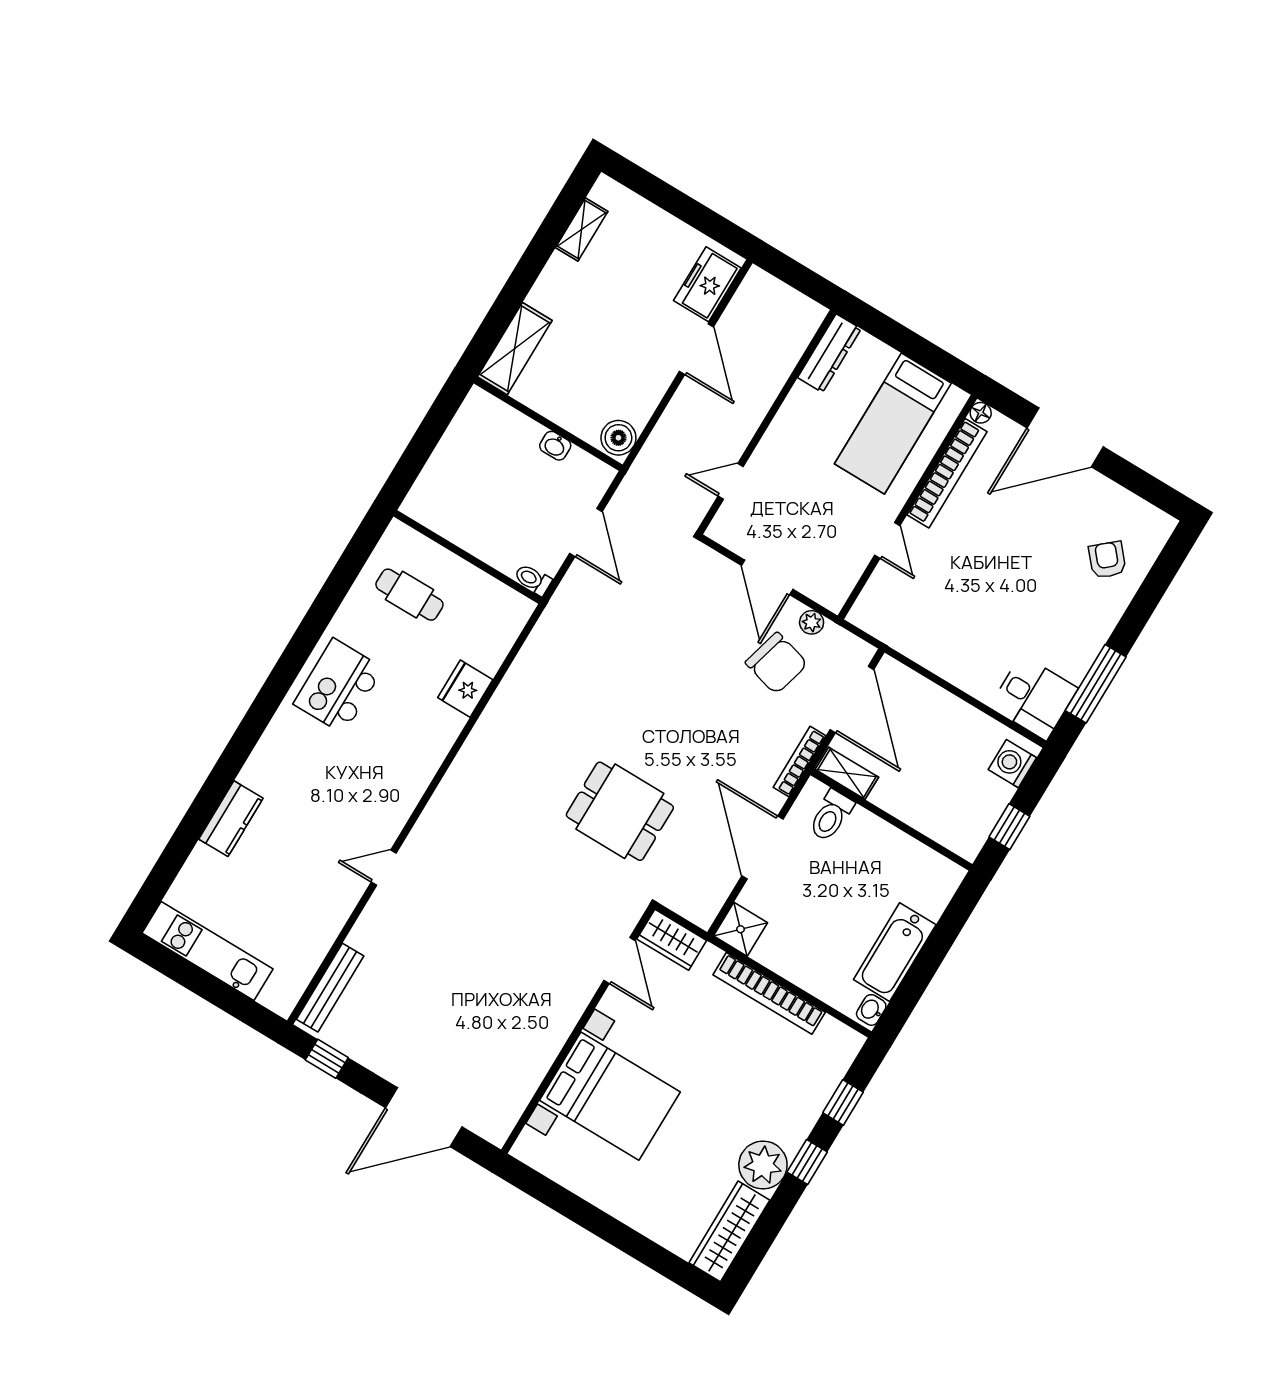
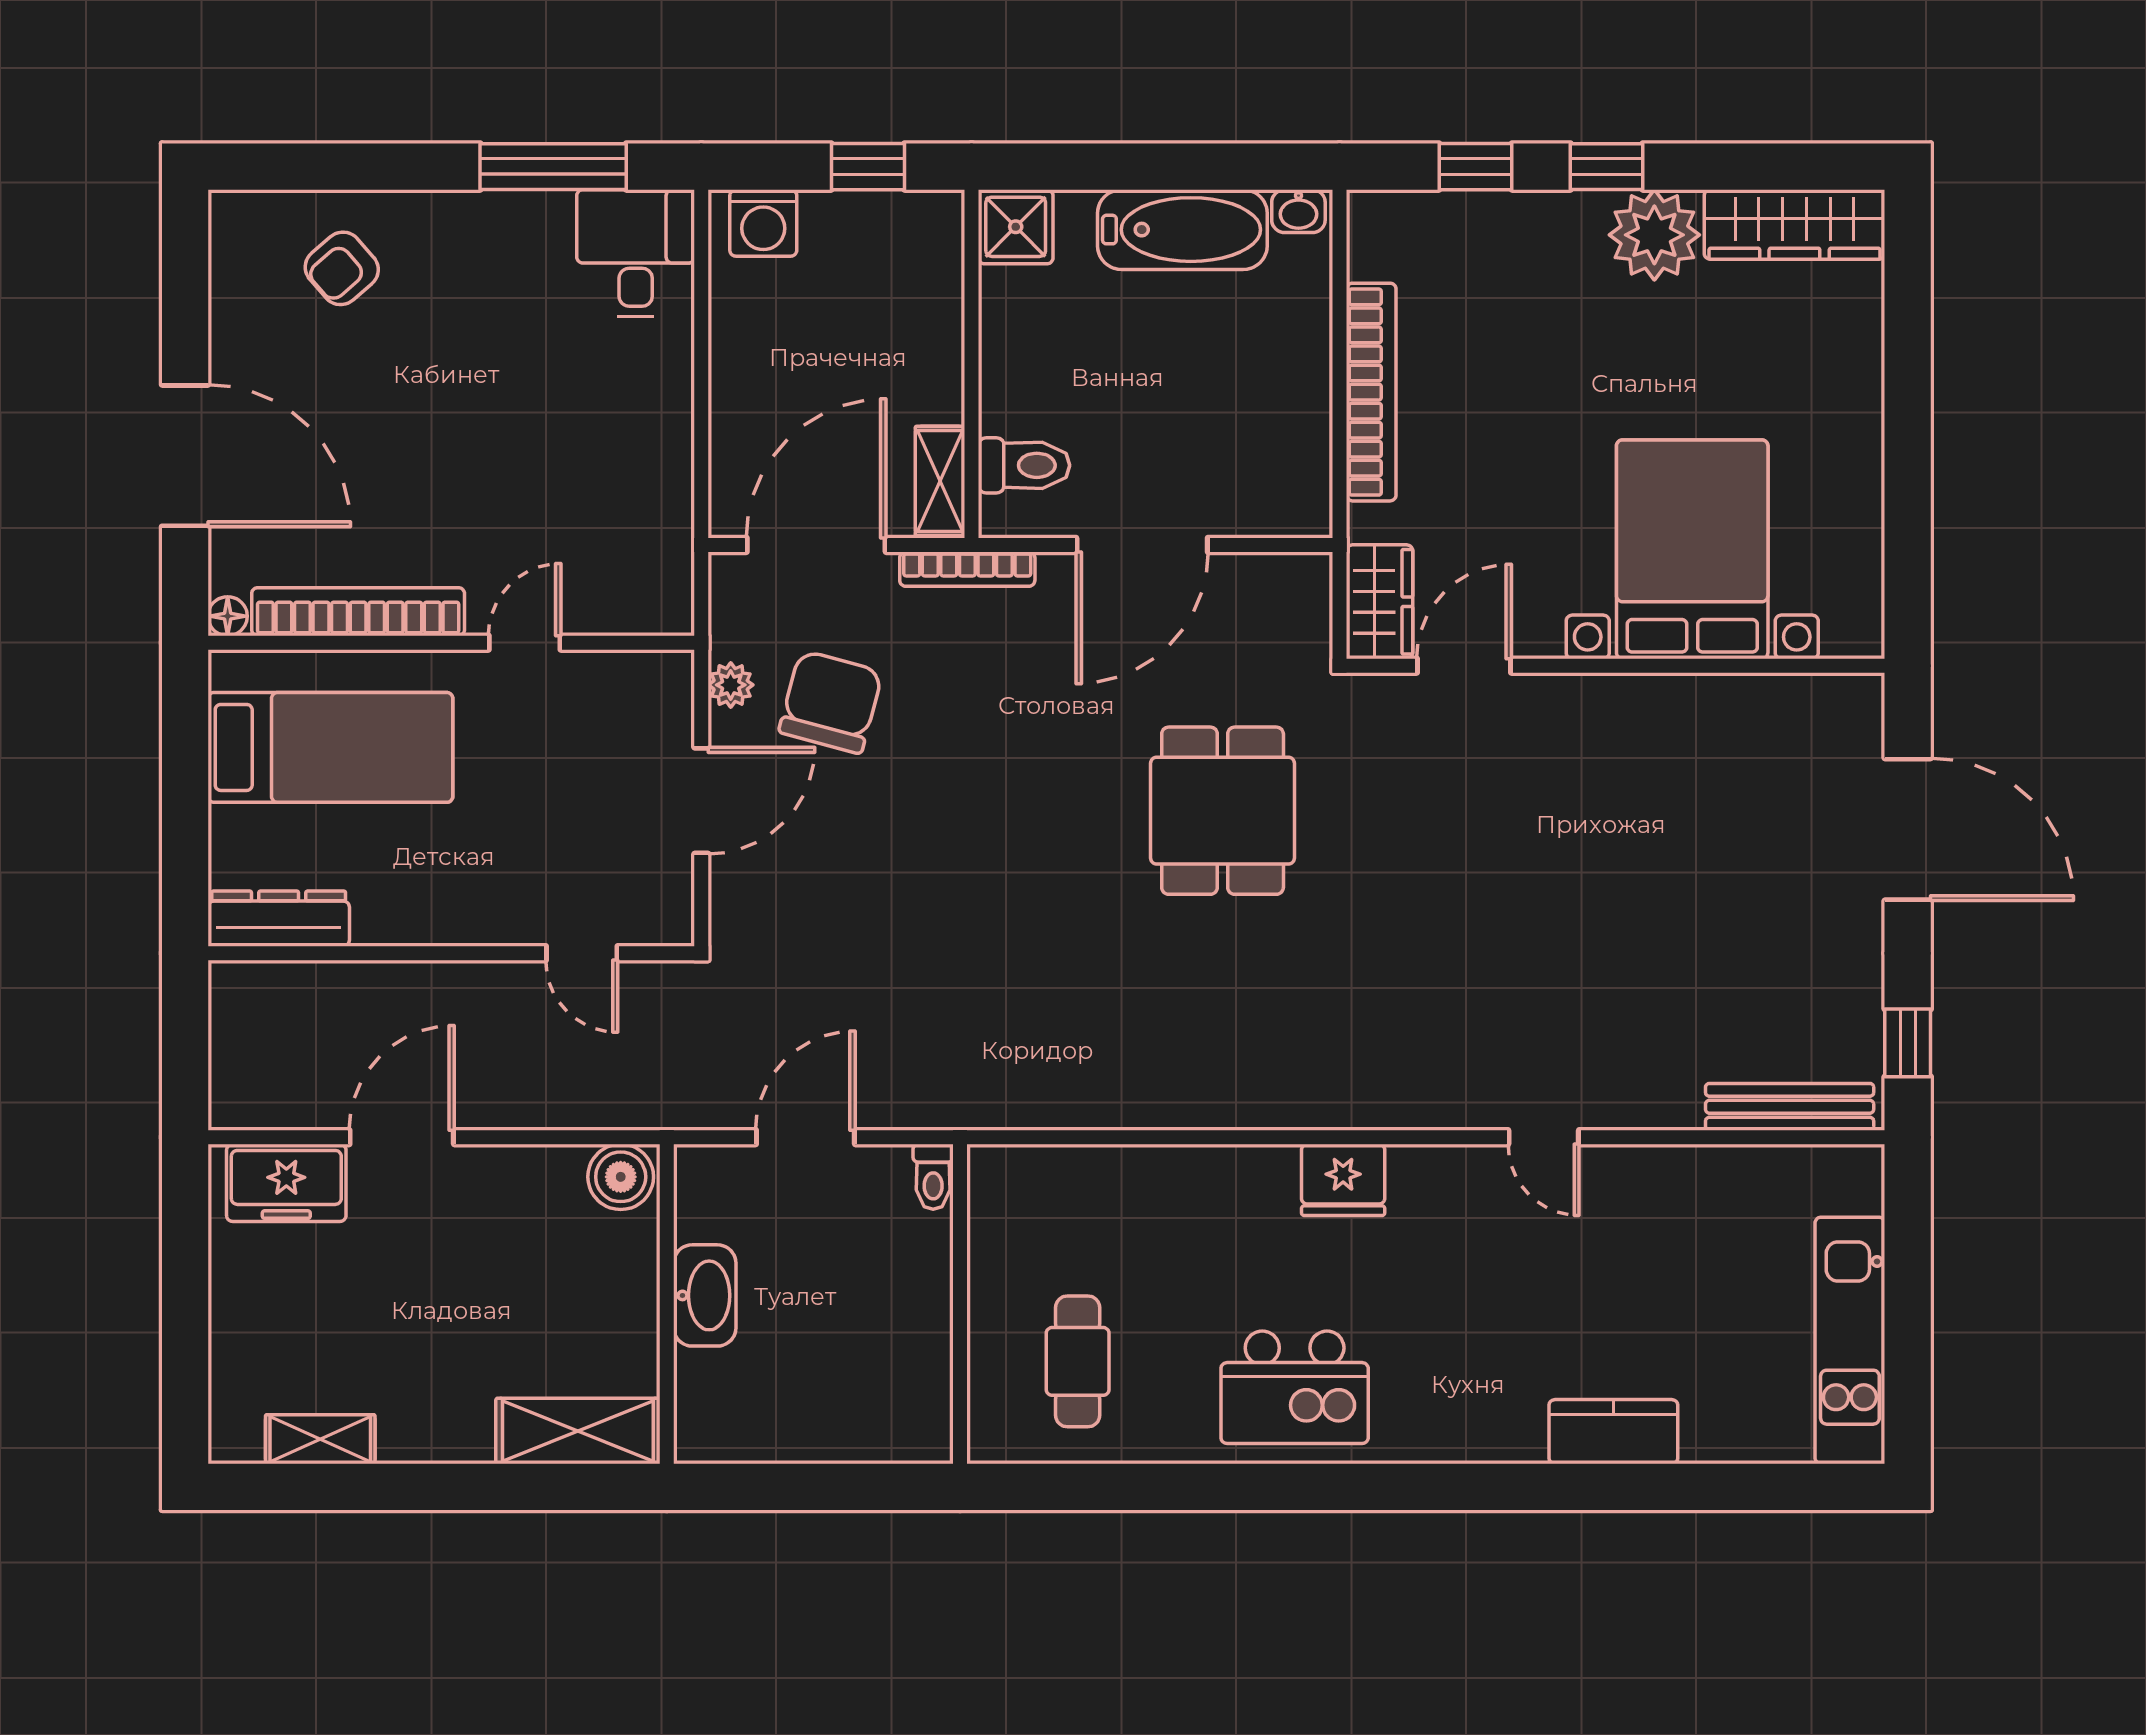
washbasin: (555, 446) -> (705, 1295), width x1.91, depth x1.45
fridge: (465, 689) -> (1343, 1180), moved
shower: (741, 929) -> (1016, 227), moved

